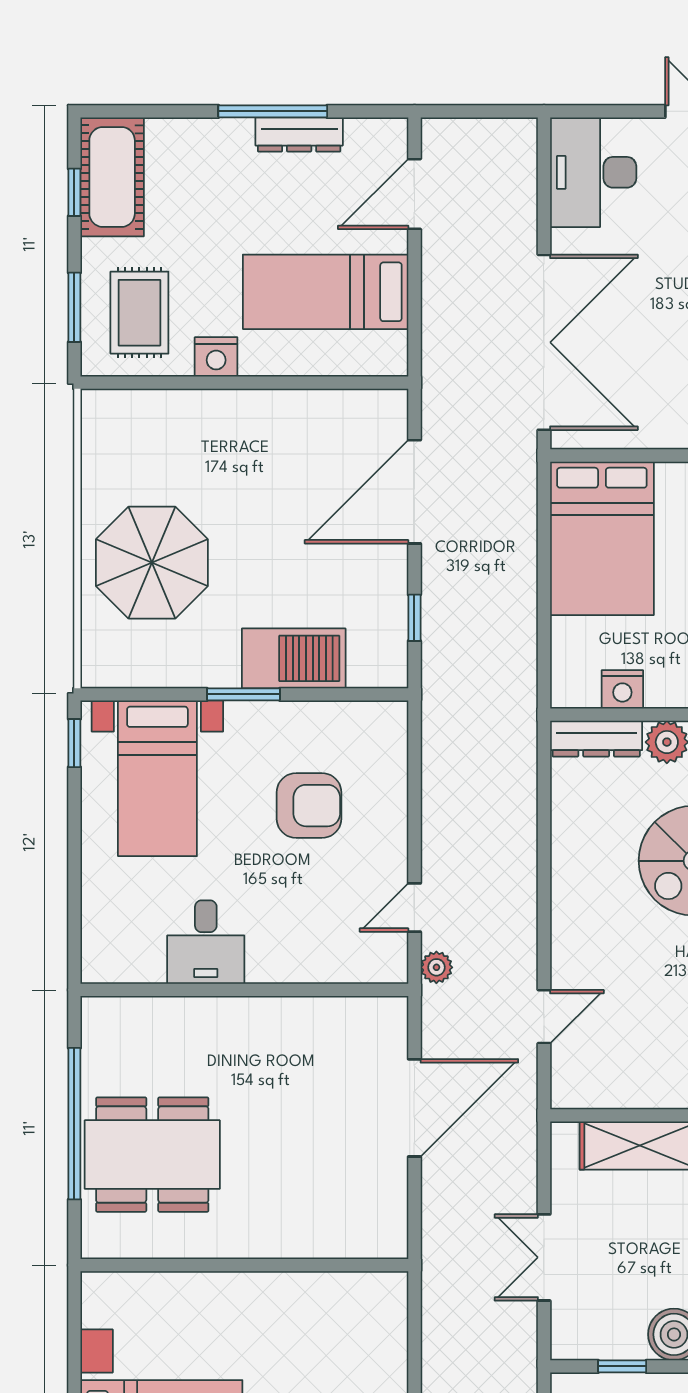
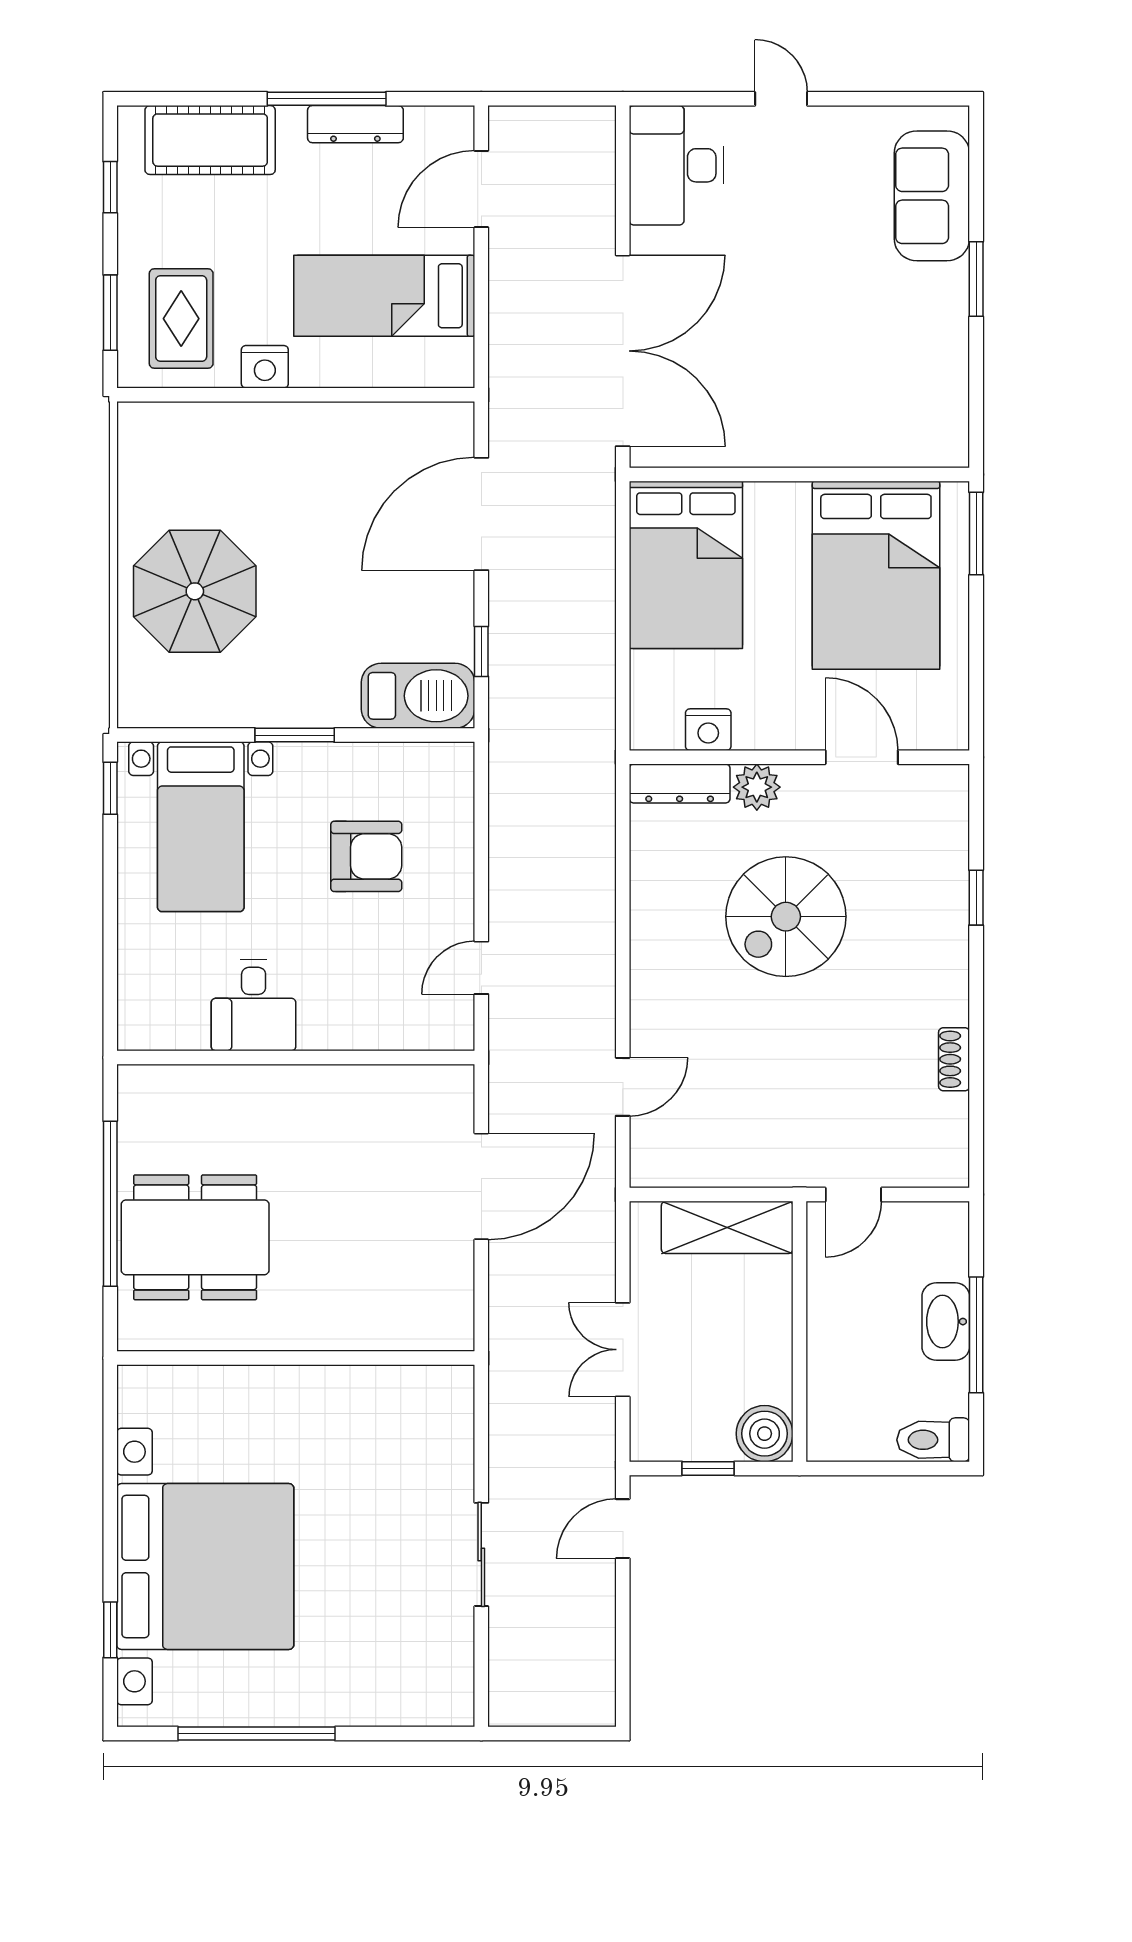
cot: (112, 177) -> (210, 140), moved, turned 90
barbecue: (294, 658) -> (418, 696), moved
plant: (436, 967) -> (505, 1033), removed

